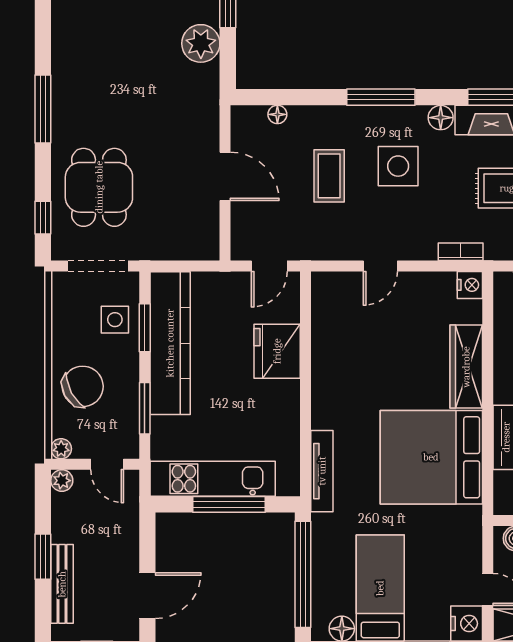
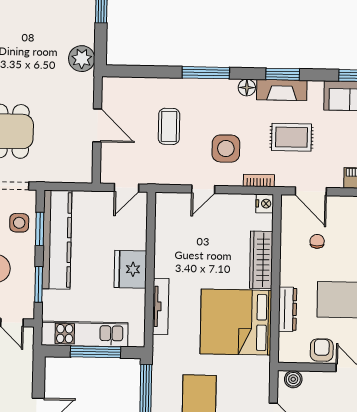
plant: (201, 43) -> (82, 59), moved
floor lamp: (277, 114) -> (134, 83), removed
side table: (398, 166) -> (226, 149), moved
fridge: (277, 351) -> (130, 269), moved
tv unit: (322, 471) -> (161, 306), moved

